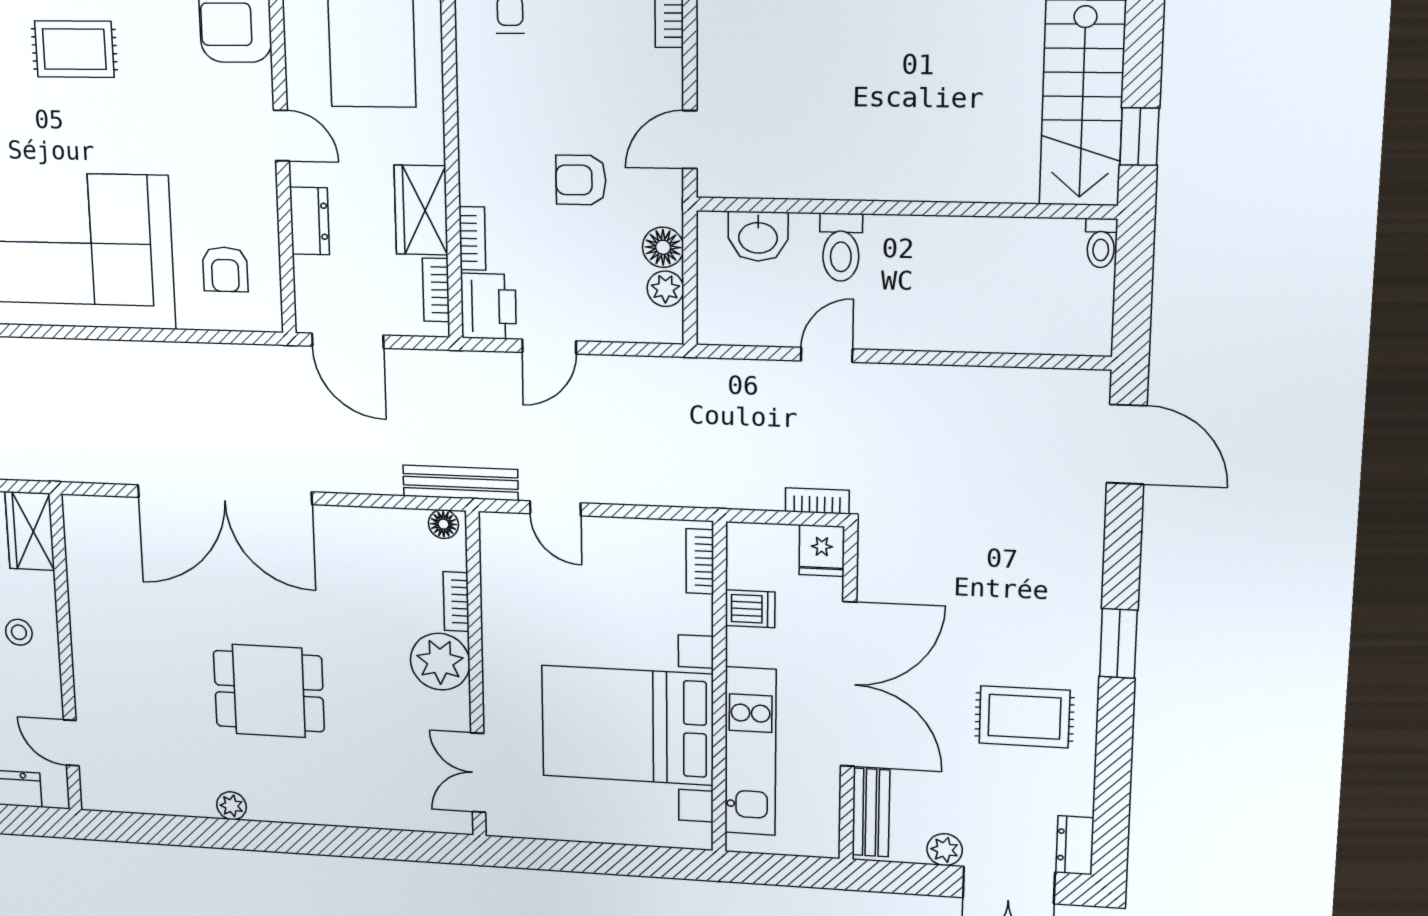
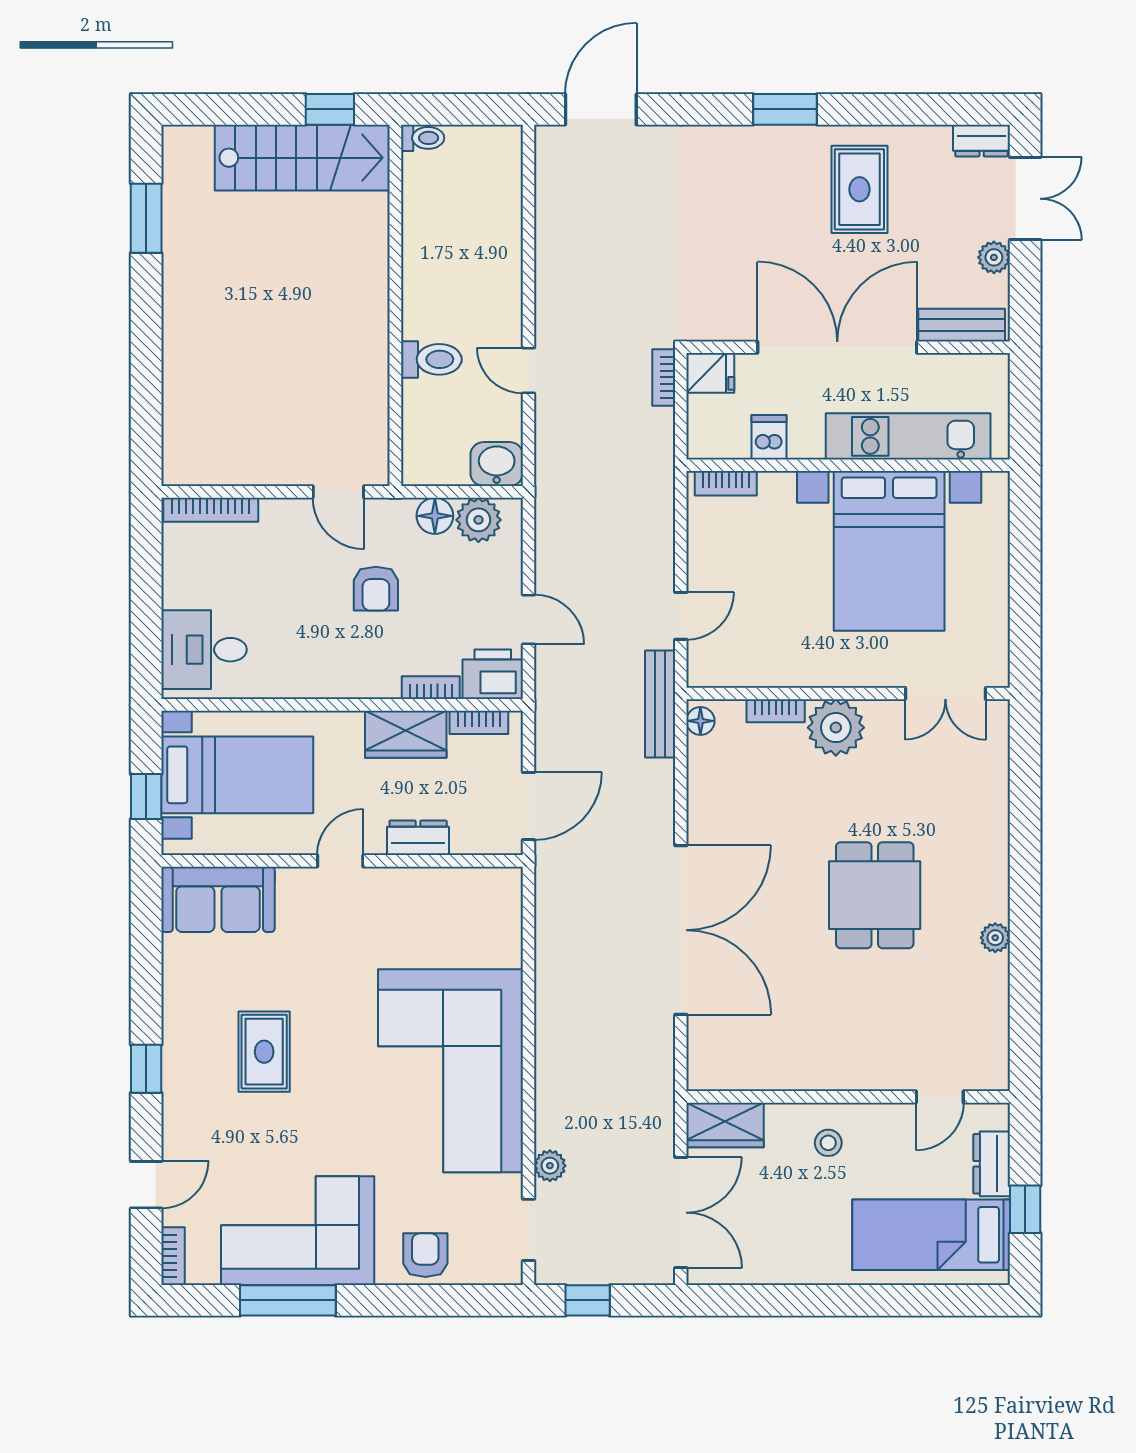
washbasin: (758, 236) -> (497, 464), moved, turned -90
armchair: (225, 269) -> (465, 919), removed
plant: (665, 289) -> (478, 520), width x1.38, depth x1.38

